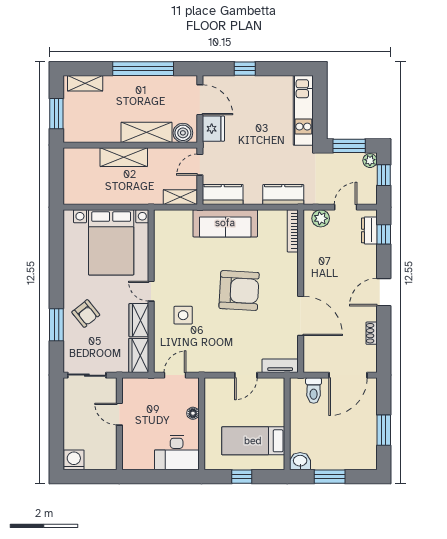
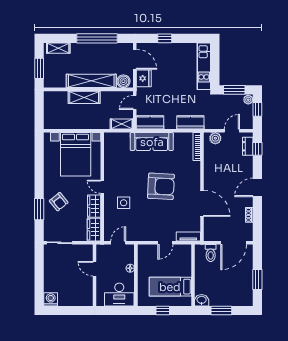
shelving: (146, 132) -> (91, 81), width x1.47
door: (119, 414) -> (94, 269), moved
wall: (119, 424) -> (94, 275), moved

